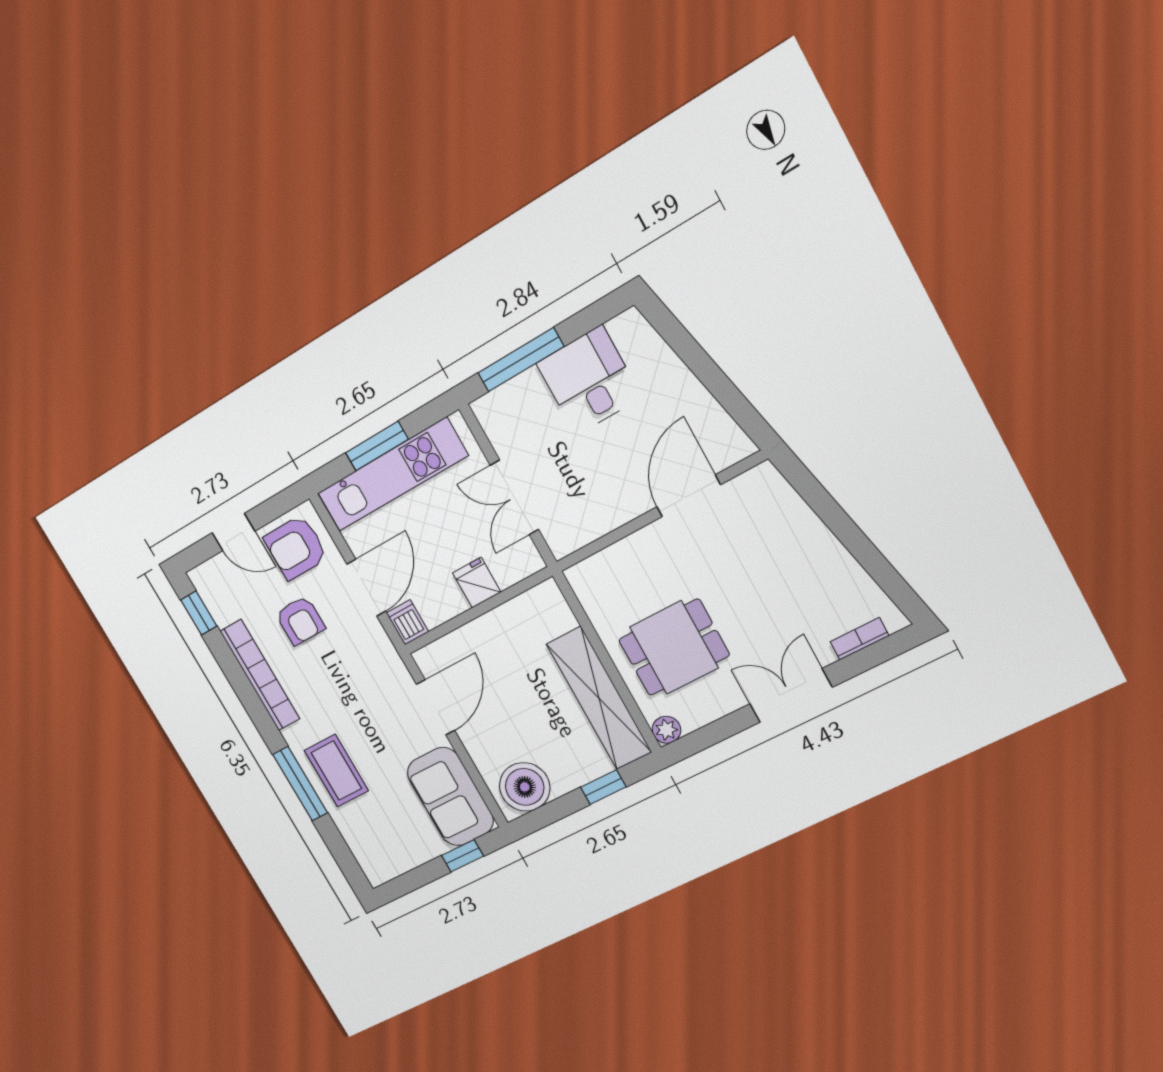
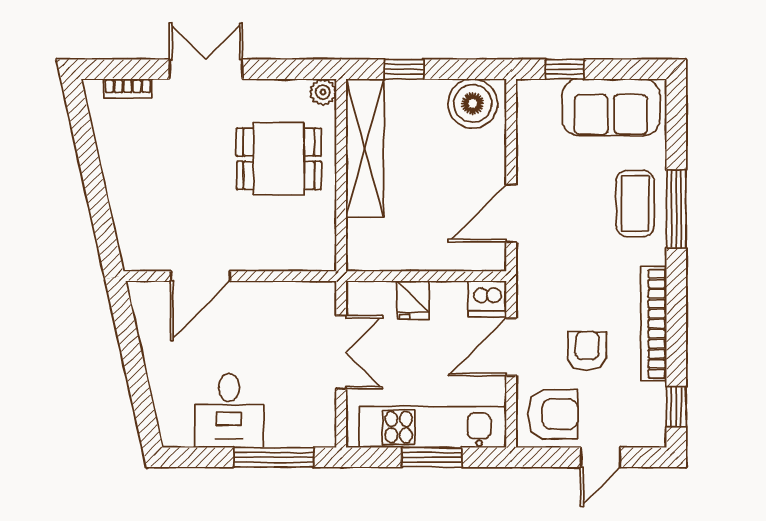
door: (233, 532) -> (601, 457), swing flipped
dishwasher: (408, 622) -> (487, 299), width x1.38
double door: (791, 696) -> (206, 69), swing flipped
sofa: (450, 797) -> (611, 107), moved, turned 90

